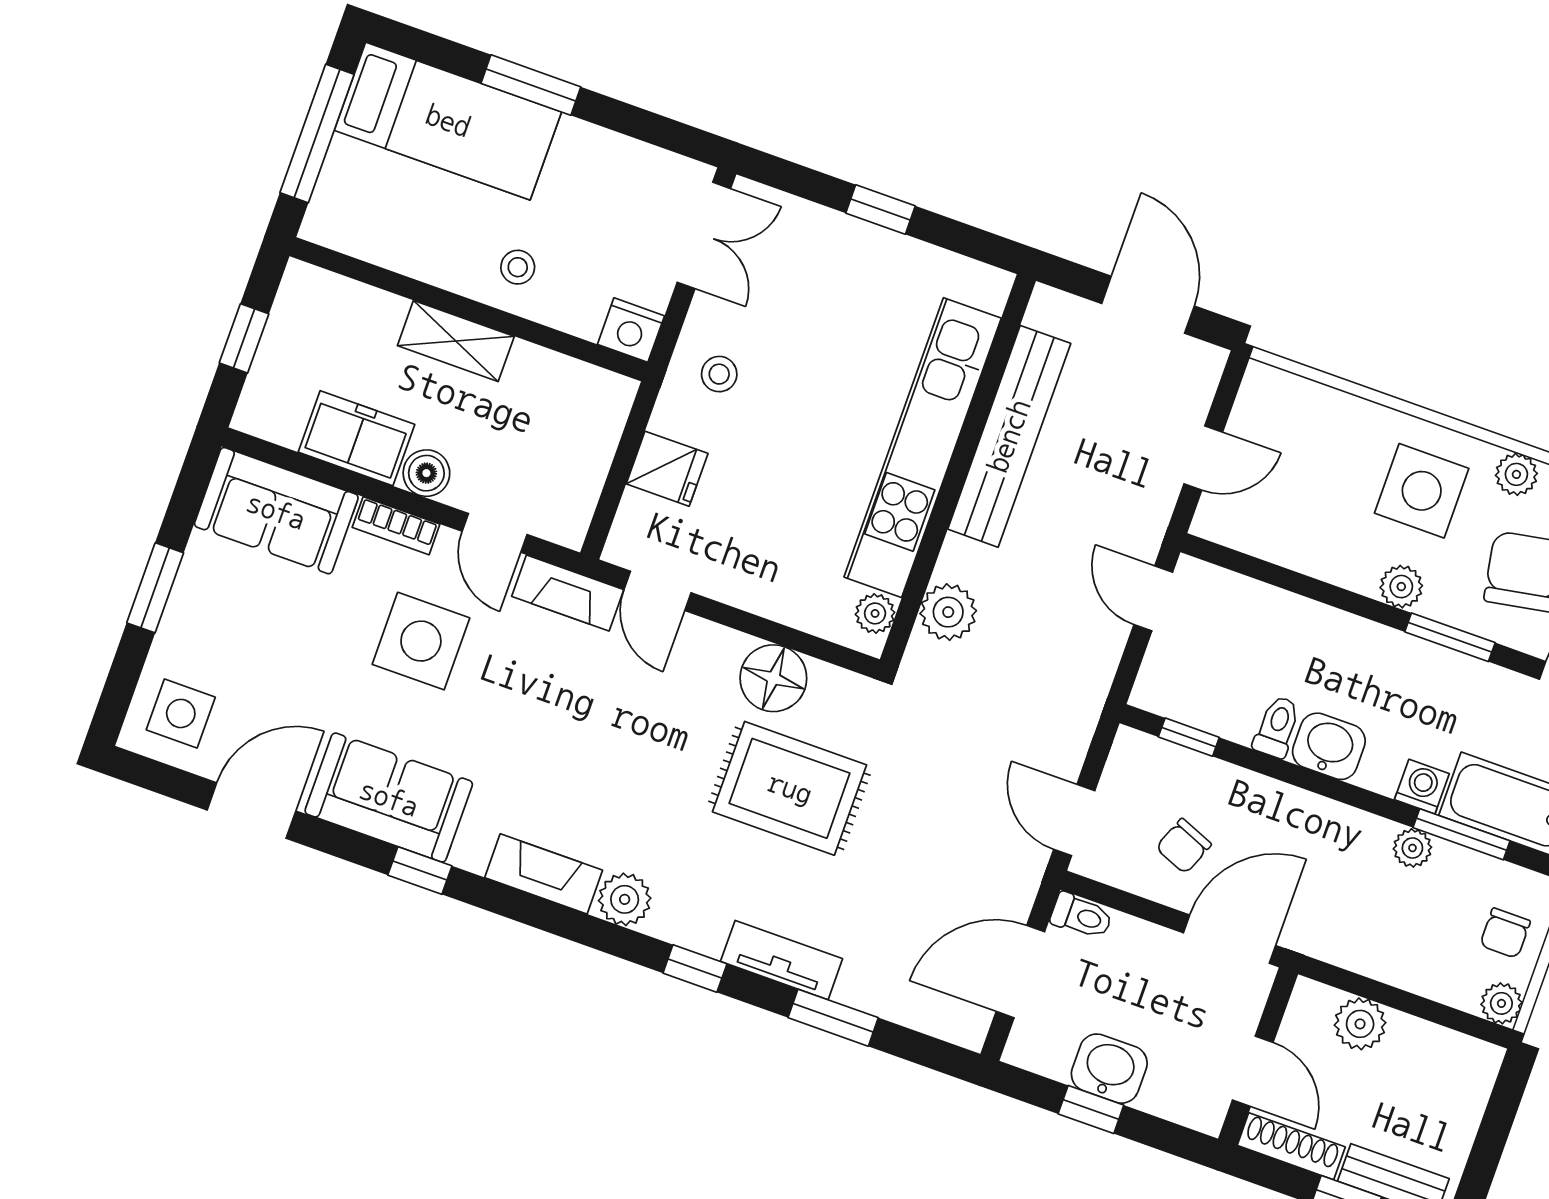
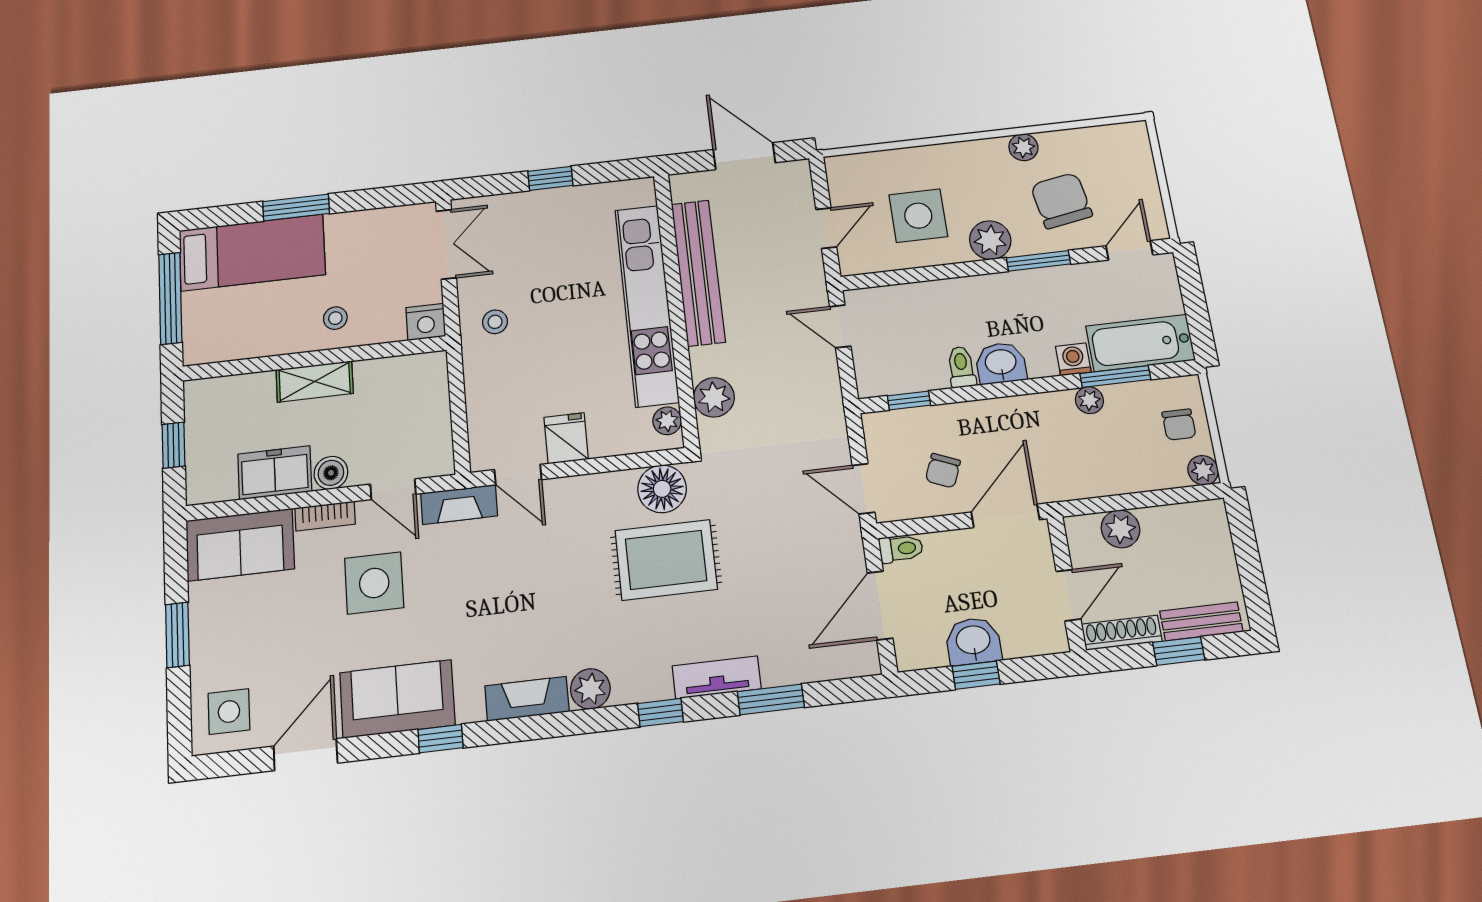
fridge: (667, 469) -> (566, 438), moved, turned -90
side table: (1422, 491) -> (918, 216), moved
plant: (1401, 587) -> (990, 240), width x1.38, depth x1.38
floor lamp: (773, 678) -> (662, 489), moved
door: (1253, 1071) -> (1069, 595), hinge flipped

